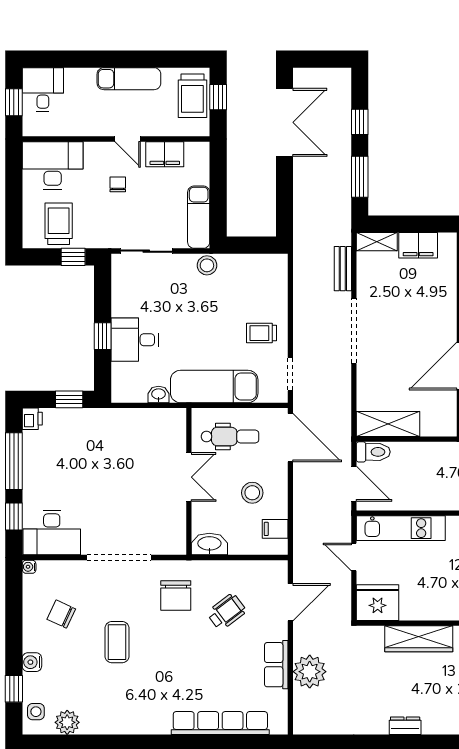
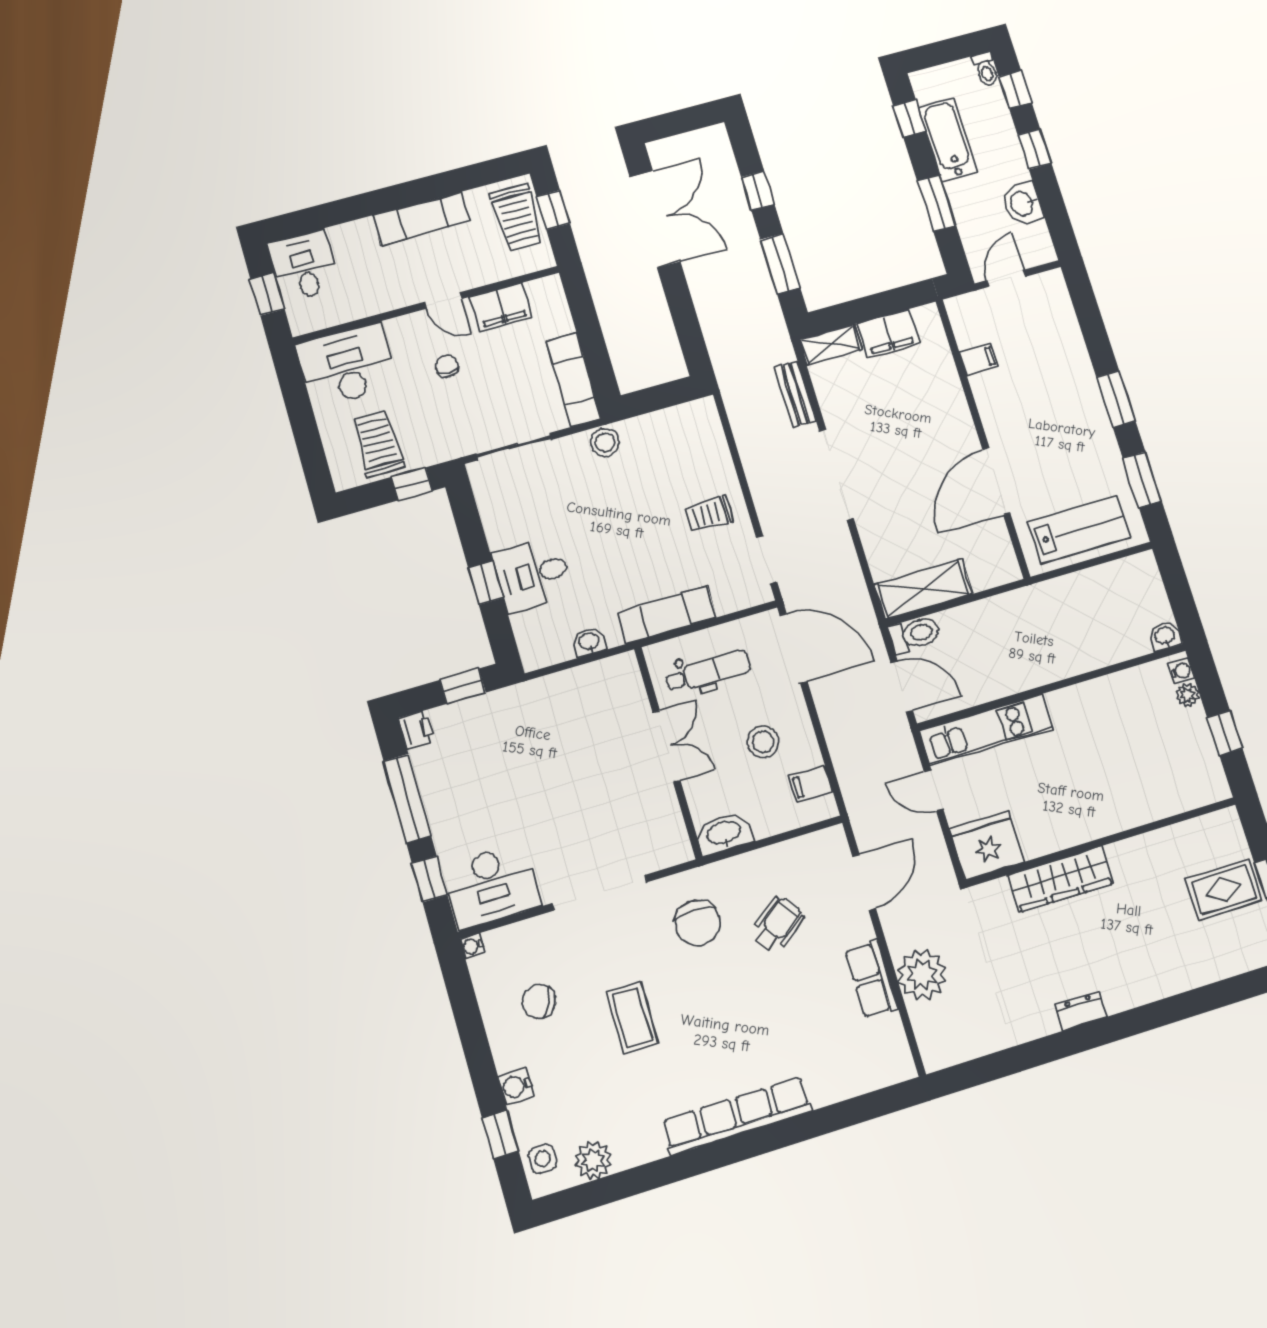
exam couch: (214, 386) -> (667, 615), width x0.73, depth x0.69
row of seats: (220, 723) -> (737, 1116), moved

